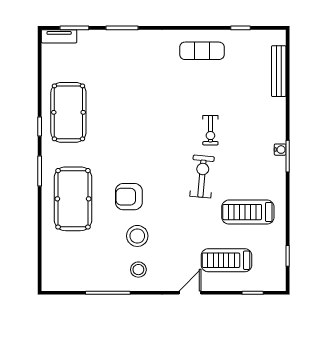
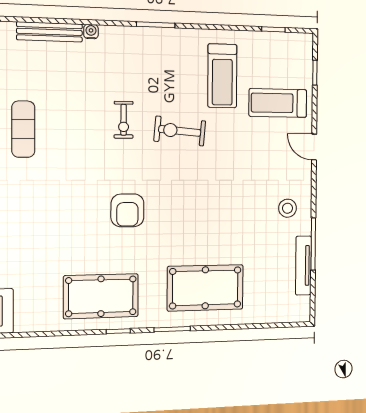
exercise bike: (210, 130) -> (124, 120), turned 90
water cooler: (280, 150) -> (91, 32), moved
armchair: (129, 197) -> (127, 210), moved
stool: (137, 236) -> (249, 210), removed
treadmill: (226, 260) -> (278, 103), turned 90
tv unit: (90, 284) -> (303, 266), added

